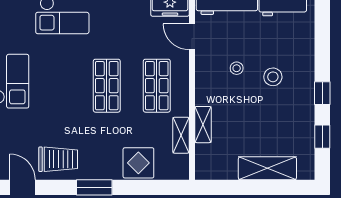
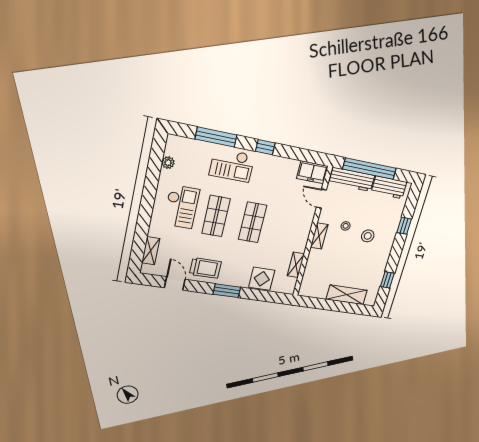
shop shelf: (157, 86) -> (216, 216), moved
window: (322, 93) -> (404, 226), moved
shelving: (203, 125) -> (319, 236), moved

